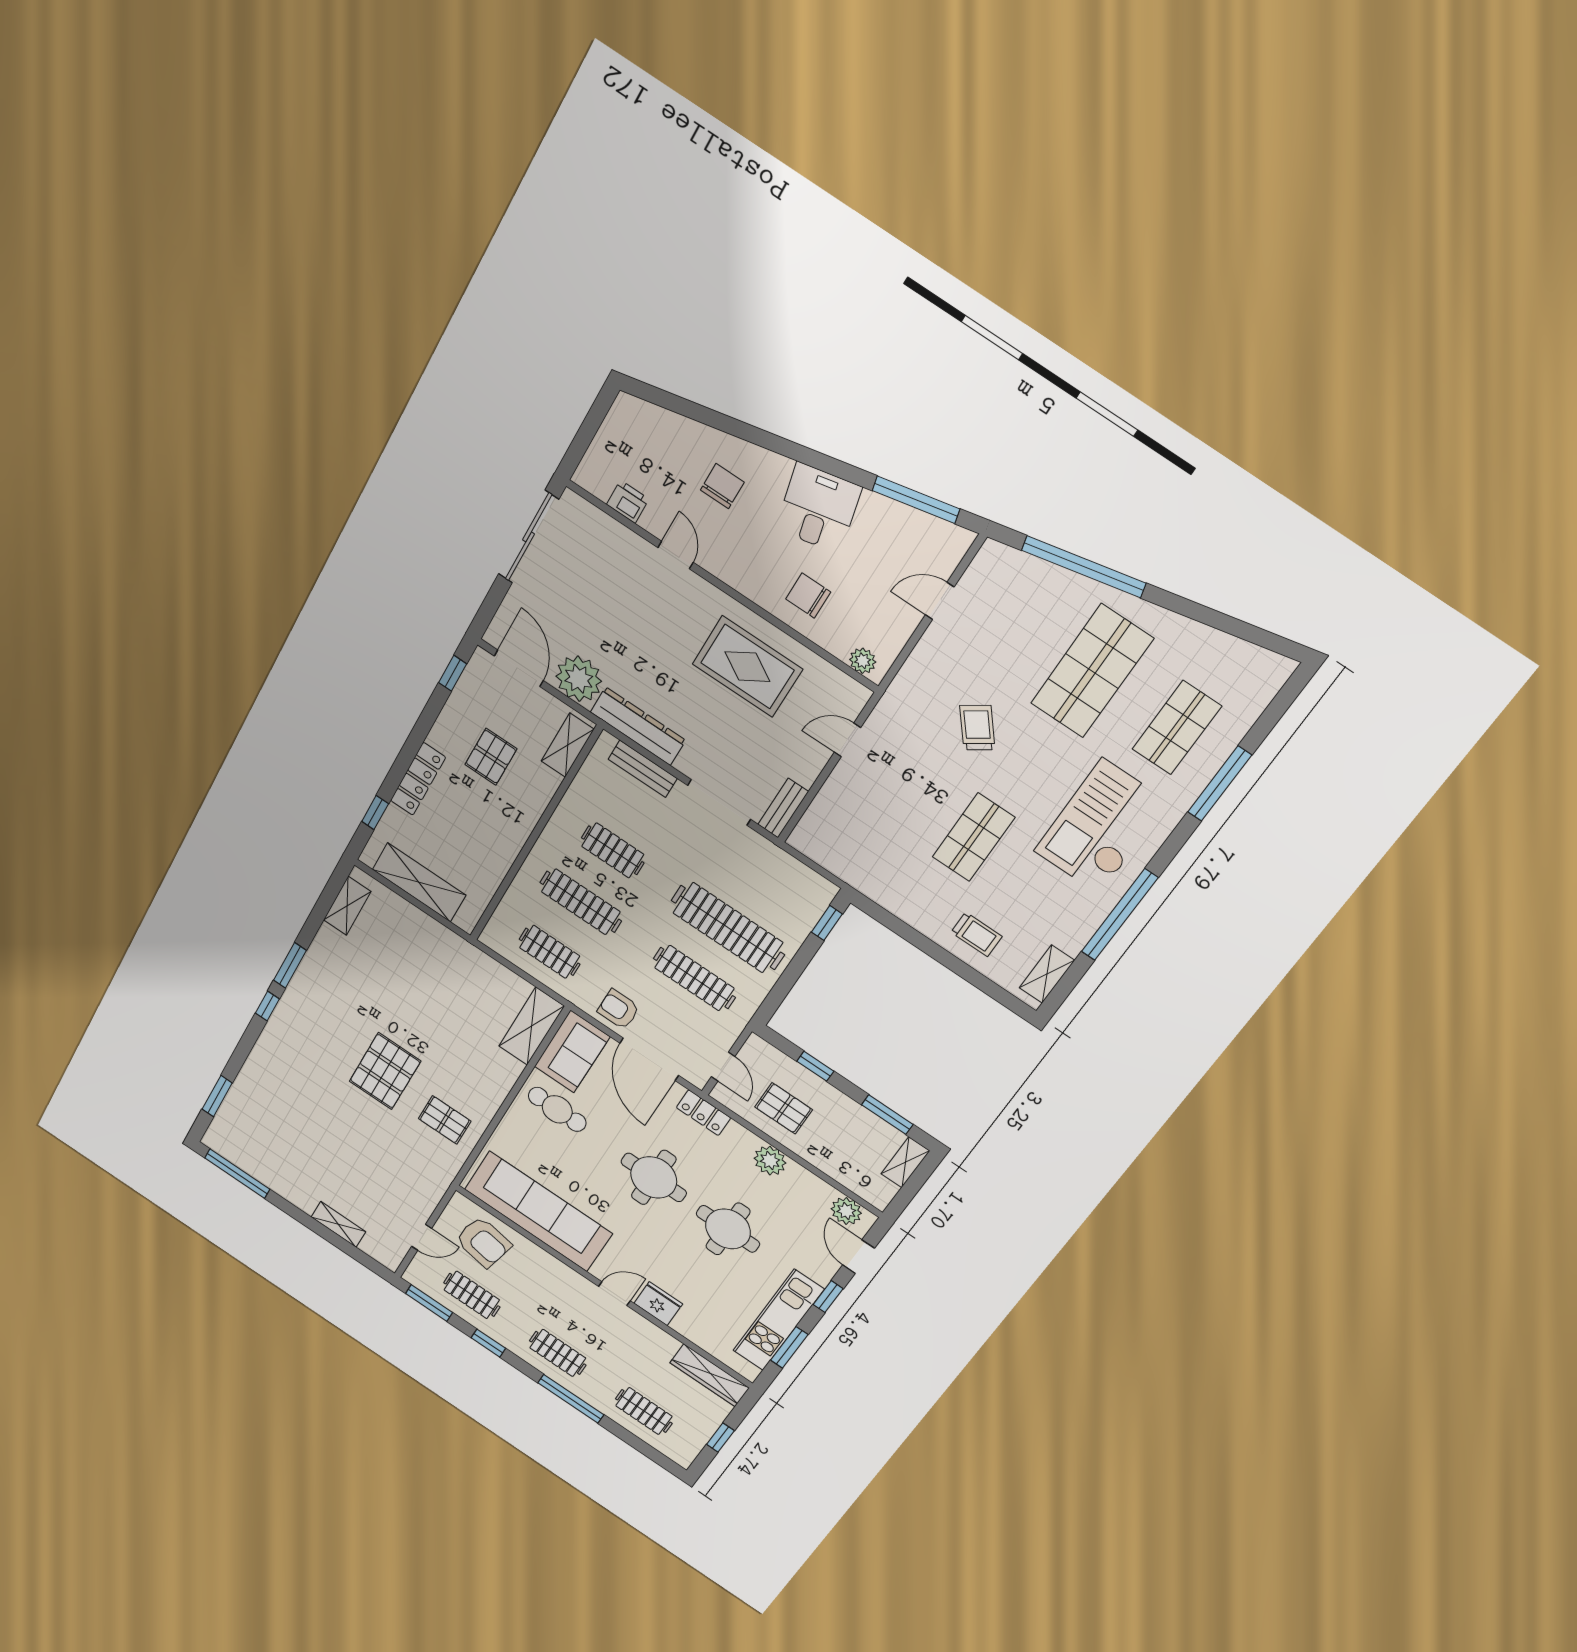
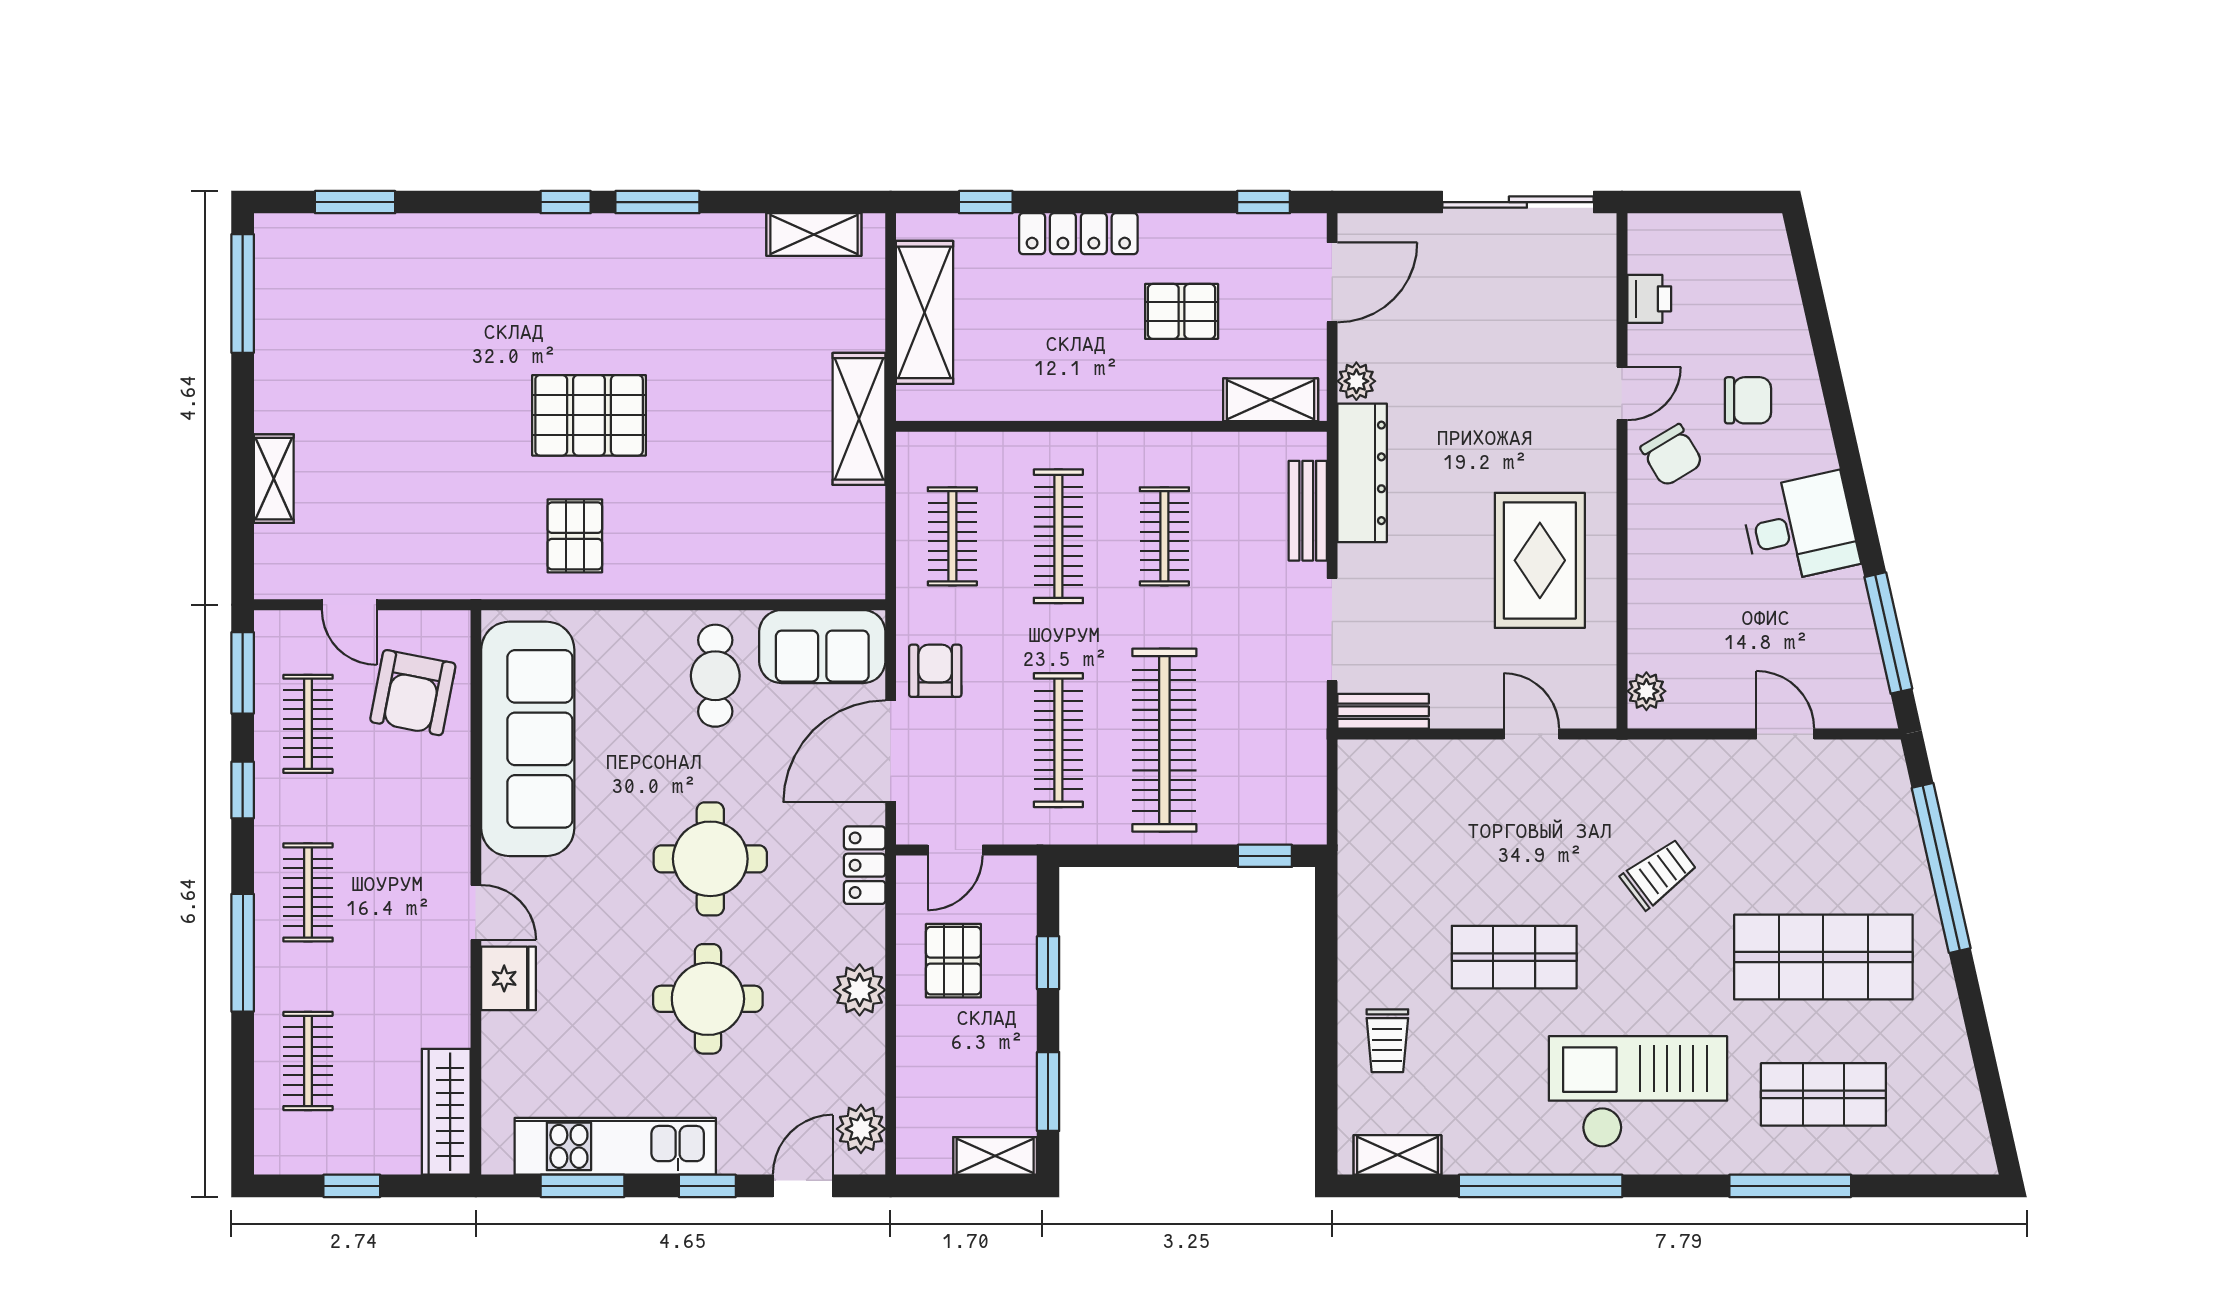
chair: (808, 596) -> (1672, 455), moved, turned 149
plant: (579, 679) -> (1356, 381), width x0.53, depth x0.53
shelving: (531, 1026) -> (859, 419), moved, turned 90

